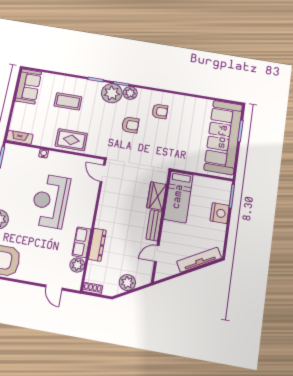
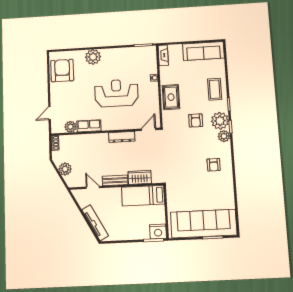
sofa: (28, 86) -> (203, 51), width x1.36
coffee table: (68, 101) -> (215, 89), moved
armchair: (130, 125) -> (196, 120), moved
nightstand: (220, 213) -> (158, 232), moved
dresser: (97, 245) -> (122, 137), moved

